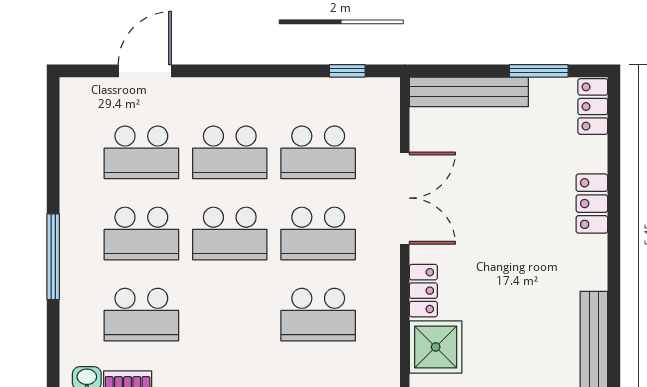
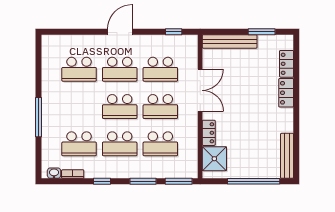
door: (145, 71) -> (120, 32), moved
locker: (593, 106) -> (287, 64), moved
school desk: (141, 234) -> (120, 144), moved

